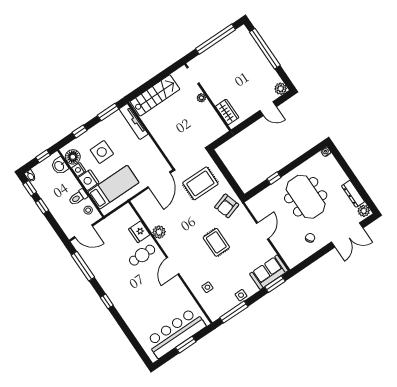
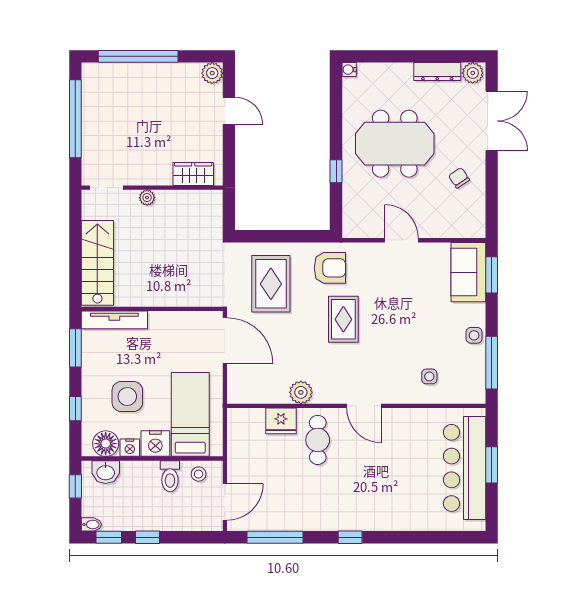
door: (268, 109) -> (229, 111), hinge flipped
armchair: (227, 206) -> (330, 268), turned -73
rug: (216, 242) -> (343, 319), moved, turned 90

